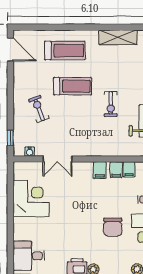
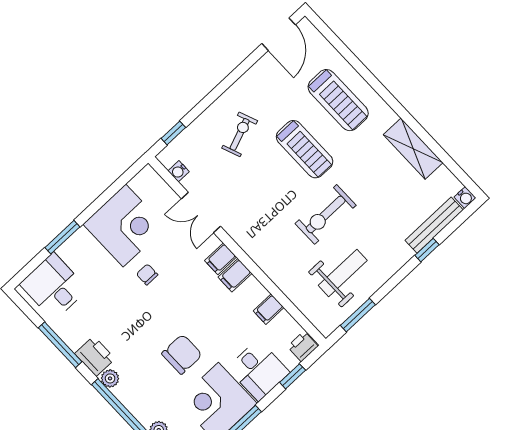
exercise bike: (111, 104) -> (326, 214), width x1.38, depth x1.39
filing cabinet: (116, 170) -> (221, 259), moved
chair: (63, 209) -> (147, 274), added
chair: (113, 227) -> (182, 354), turned 180
window: (10, 231) -> (62, 237), added

